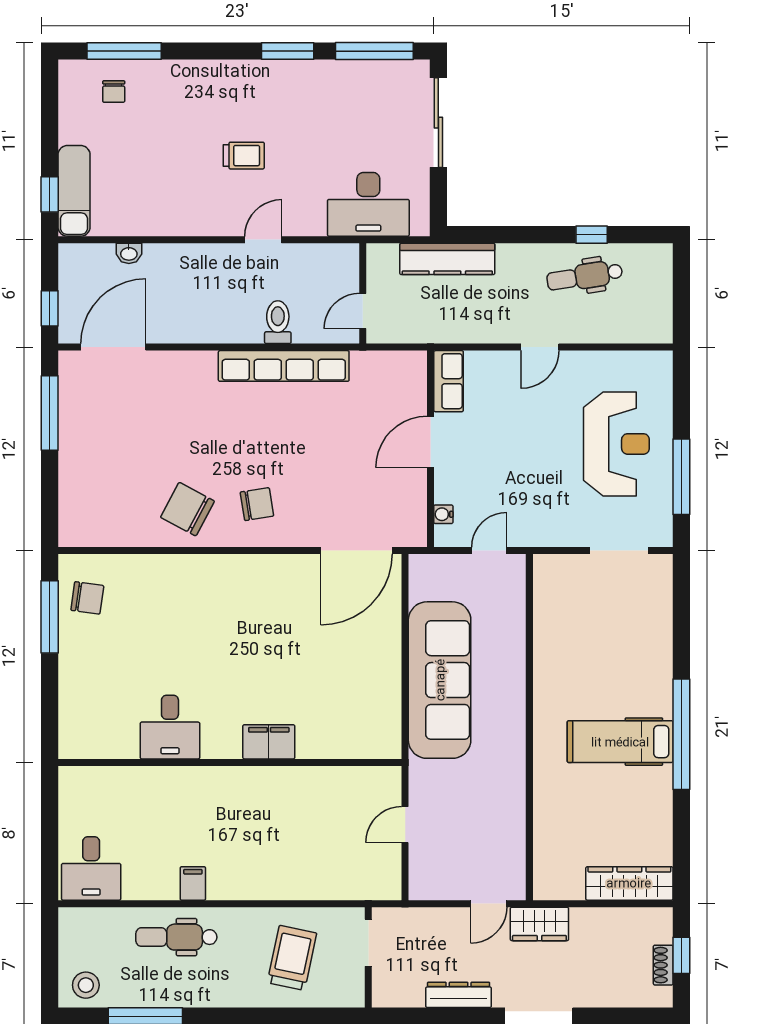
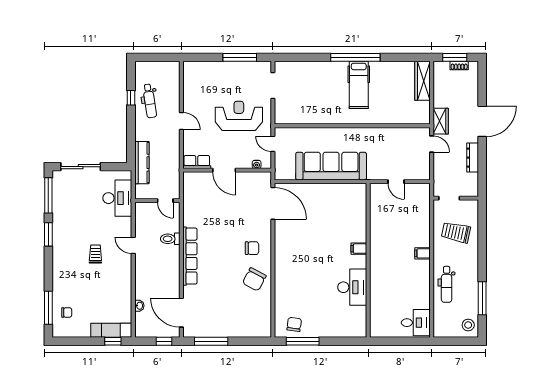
row of seats: (284, 366) -> (190, 256), moved
reception desk: (616, 444) -> (239, 116), moved
chair: (257, 504) -> (252, 248), turned 99
desk: (170, 727) -> (352, 287), width x1.37
filing cabinet: (269, 742) -> (359, 249), width x0.50
filing cabinet: (193, 883) -> (422, 253), moved
window: (681, 955) -> (455, 57), width x1.50

